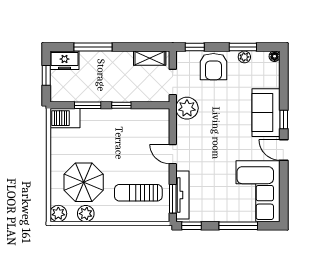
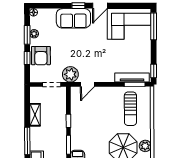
window: (195, 47) -> (27, 58), moved
shelving: (150, 58) -> (35, 115), moved
armchair: (213, 67) -> (41, 56), turned 90
door: (173, 154) -> (87, 84), moved
window: (238, 226) -> (154, 26), moved

